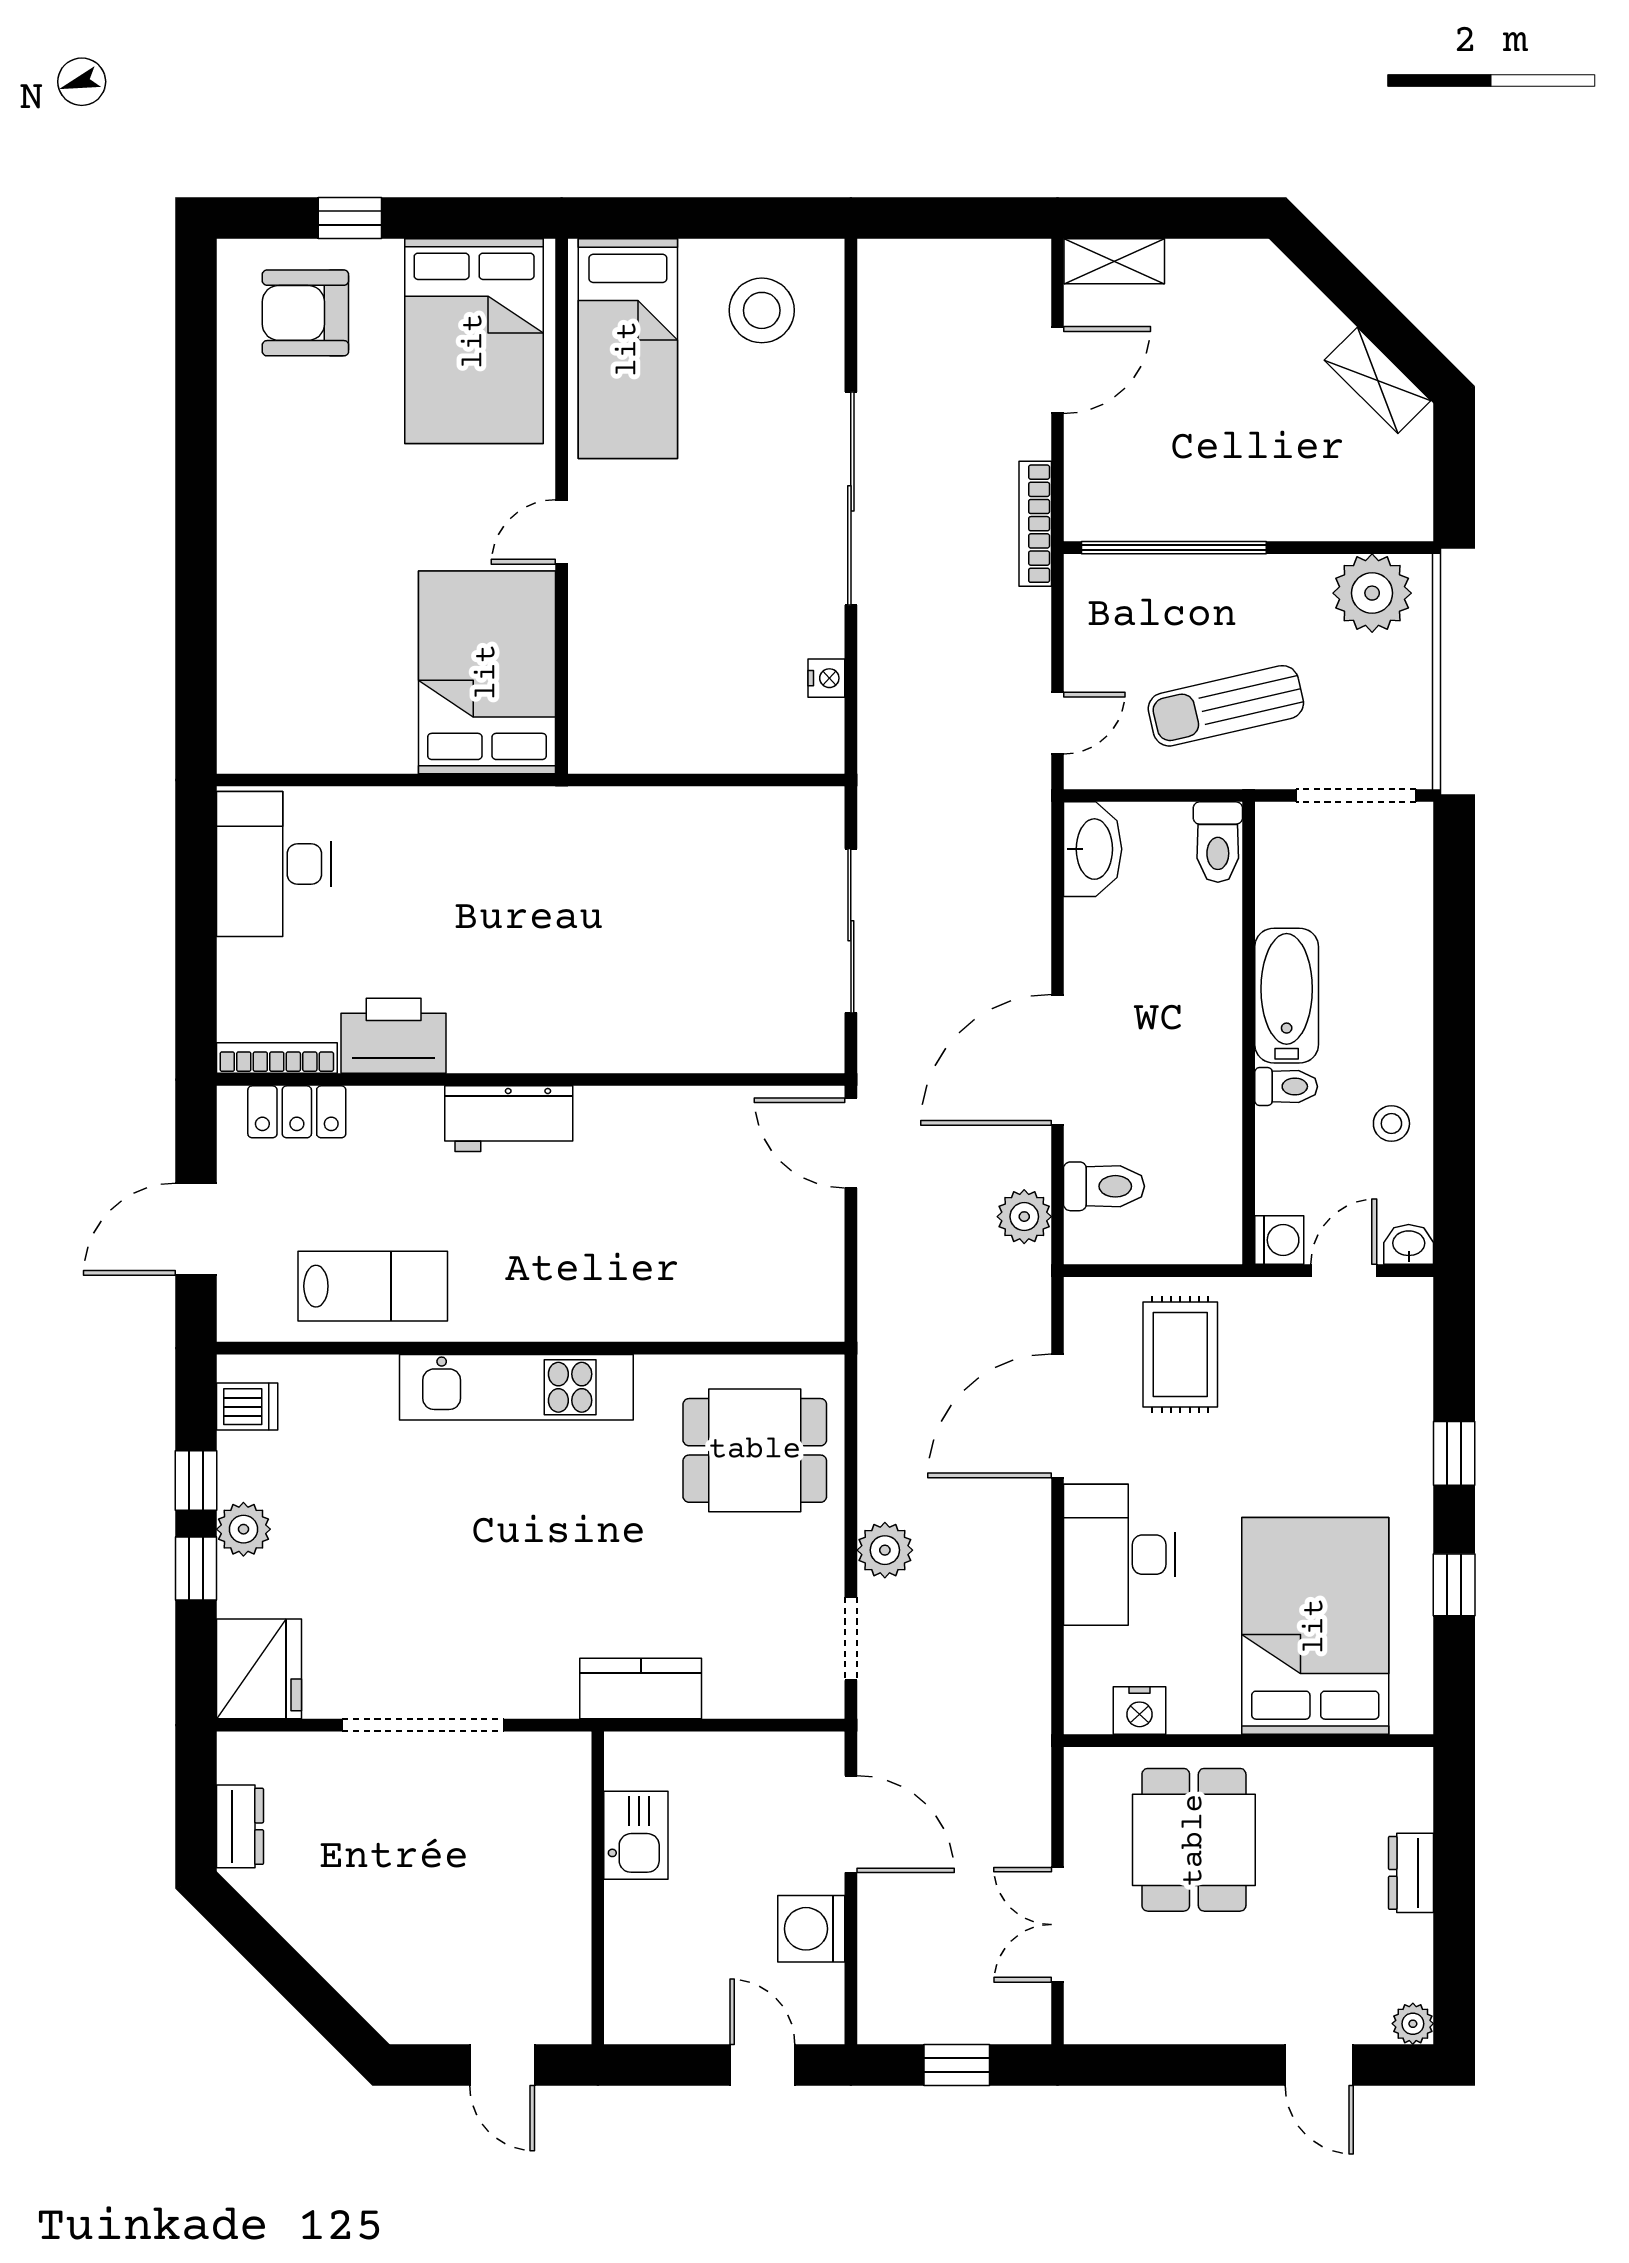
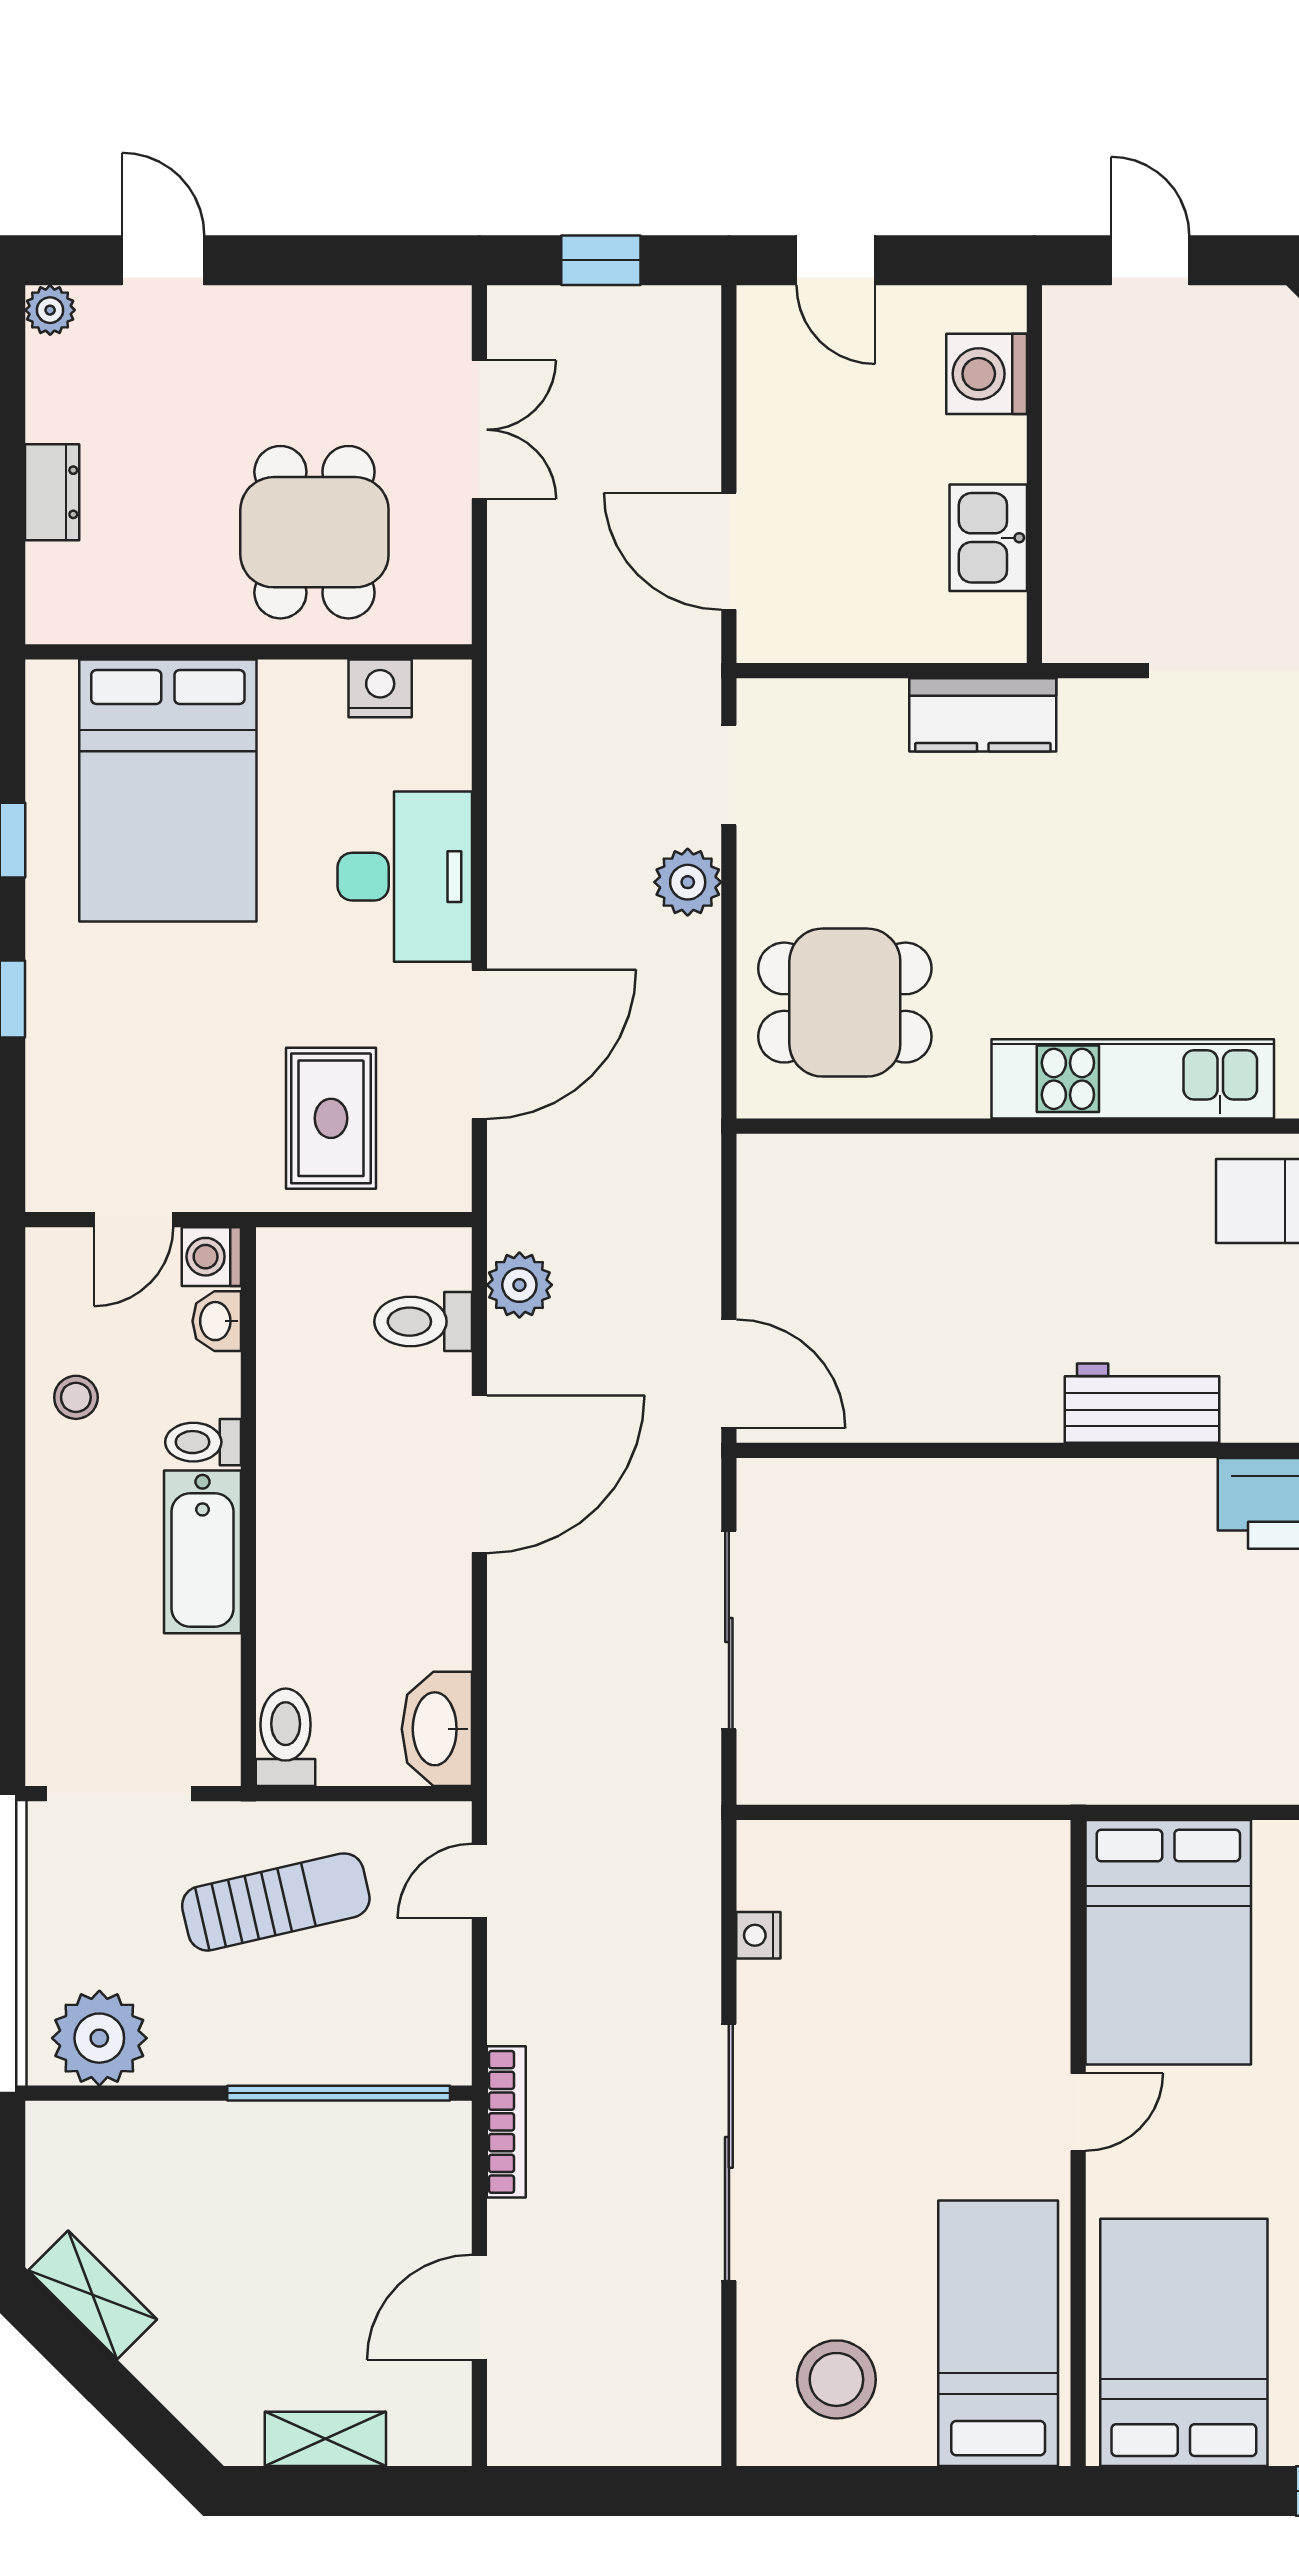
shelving: (1114, 261) -> (325, 2439), moved
washbasin: (1409, 1244) -> (217, 1321), moved, turned 90
washing machine: (811, 1929) -> (987, 374), moved, turned 180

